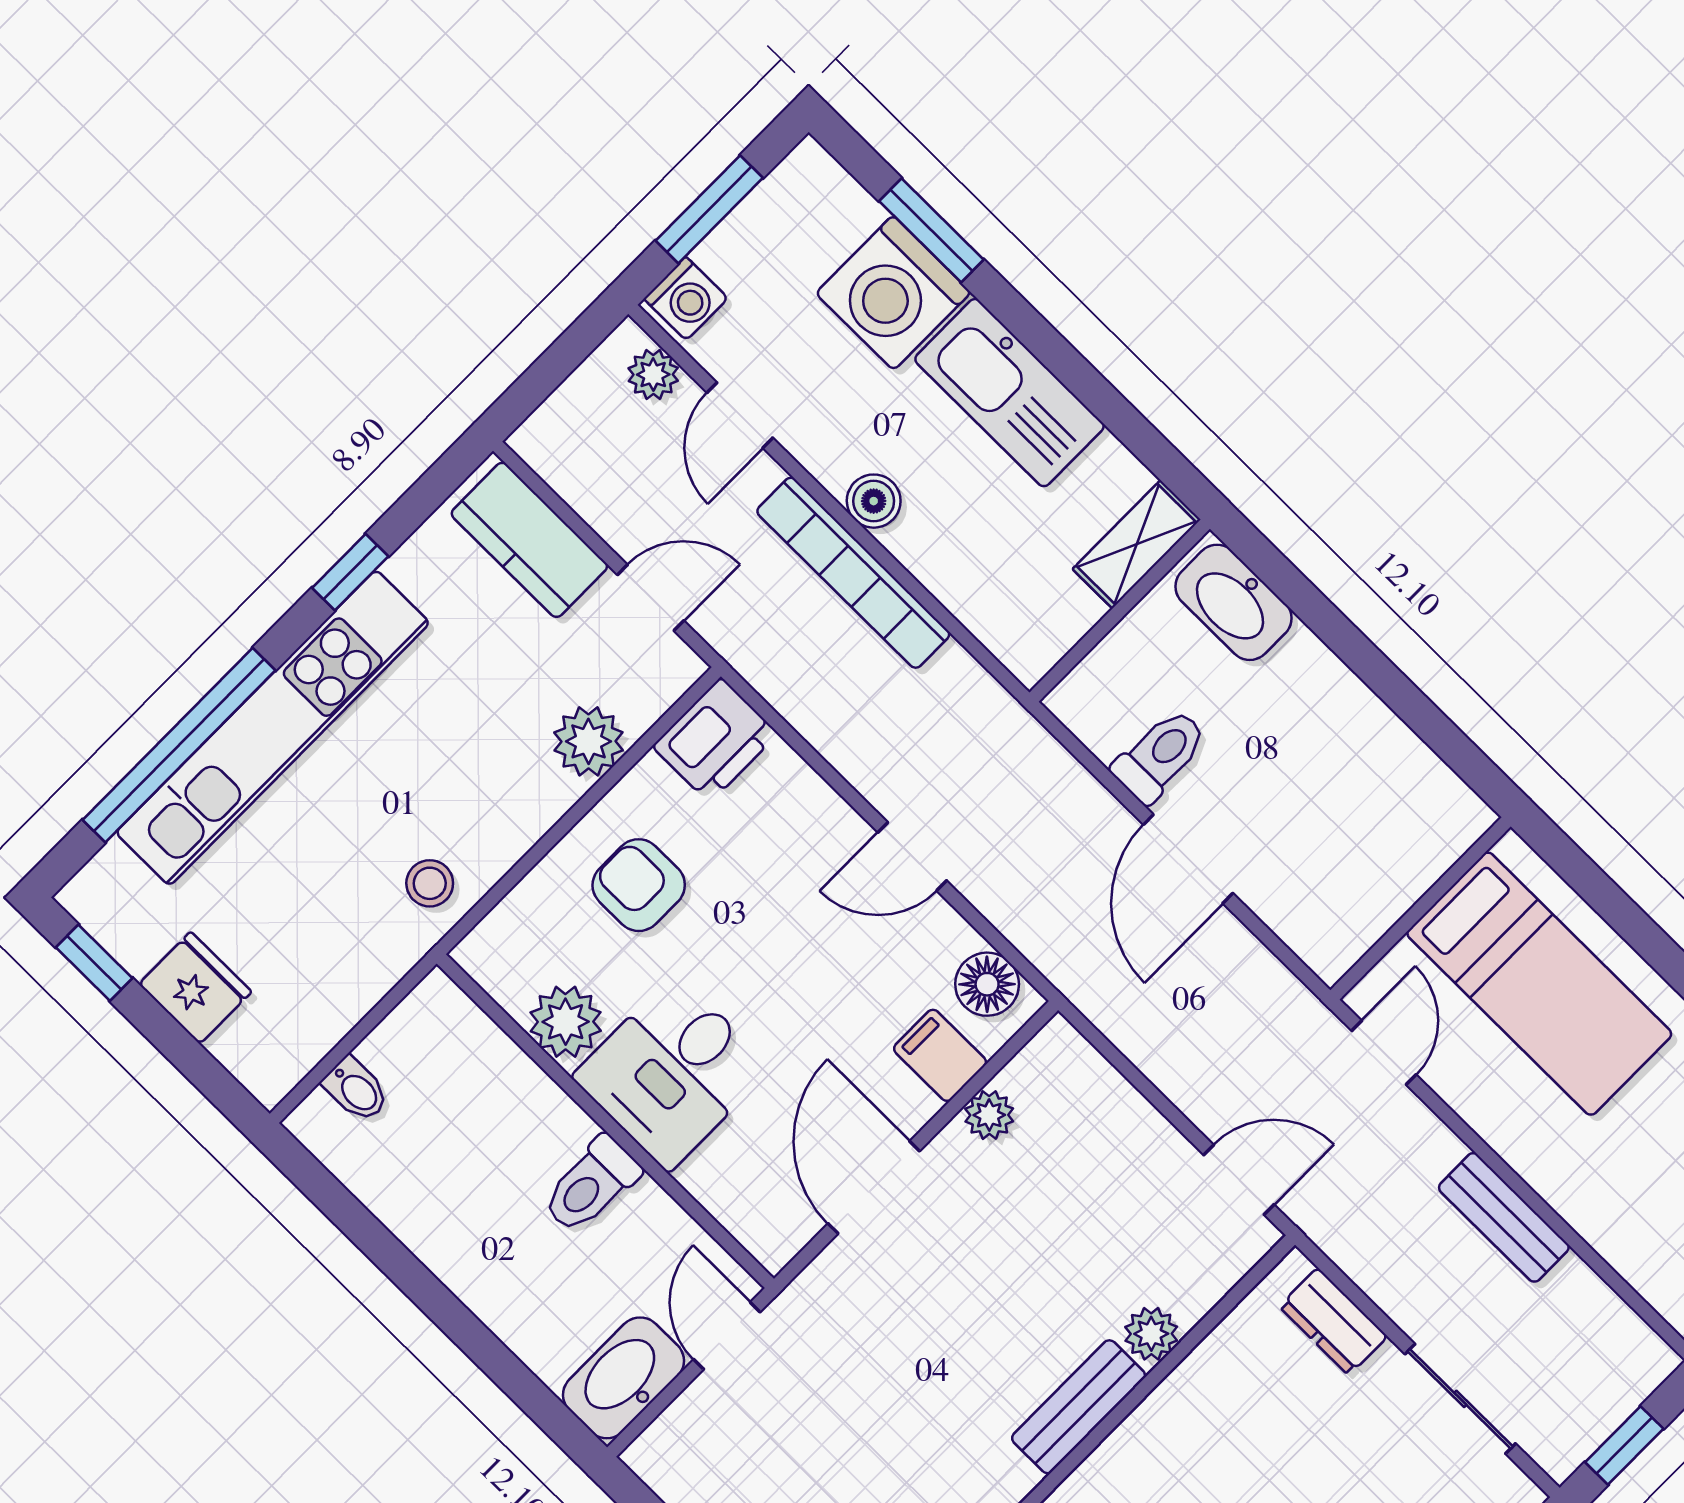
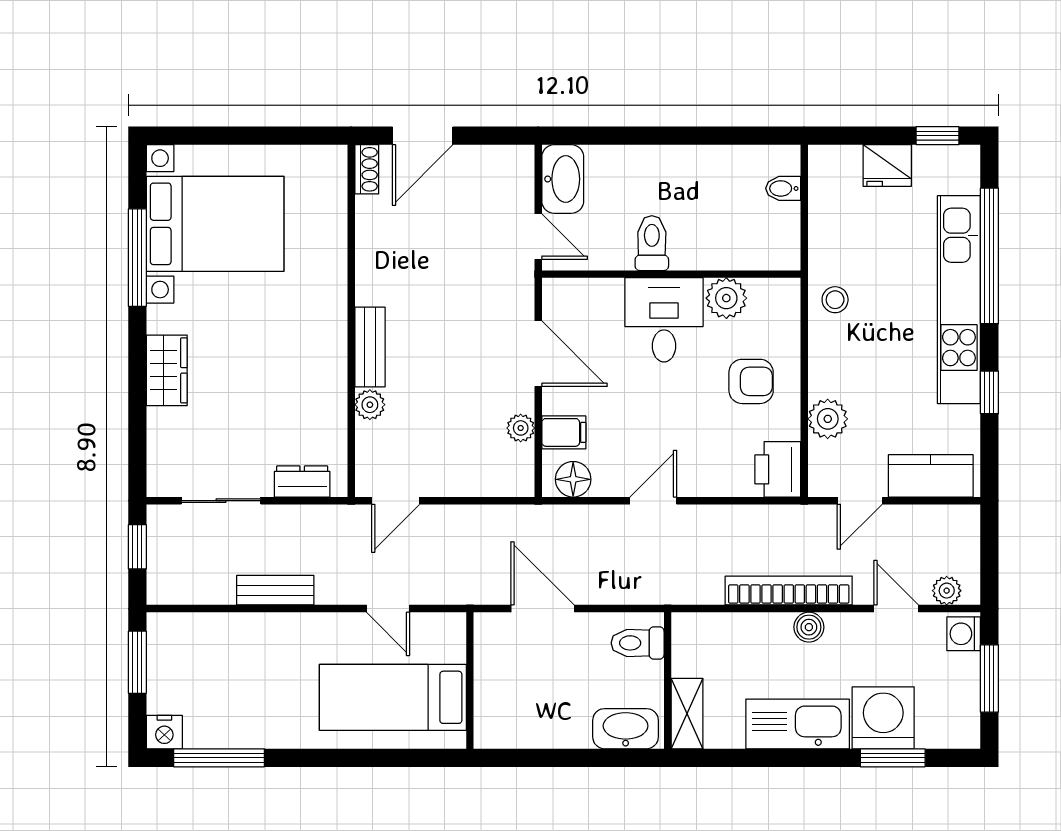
toilet: (1160, 756) -> (638, 643), moved, turned 90
wall: (1420, 908) -> (470, 680), moved
bed: (1539, 984) -> (393, 697), moved

